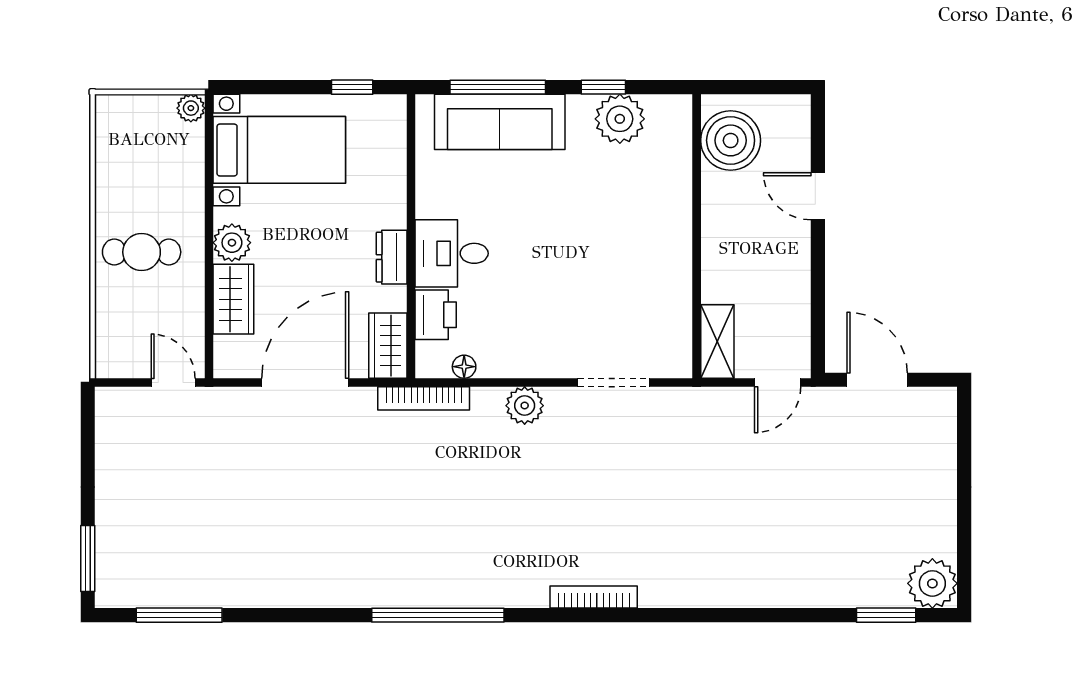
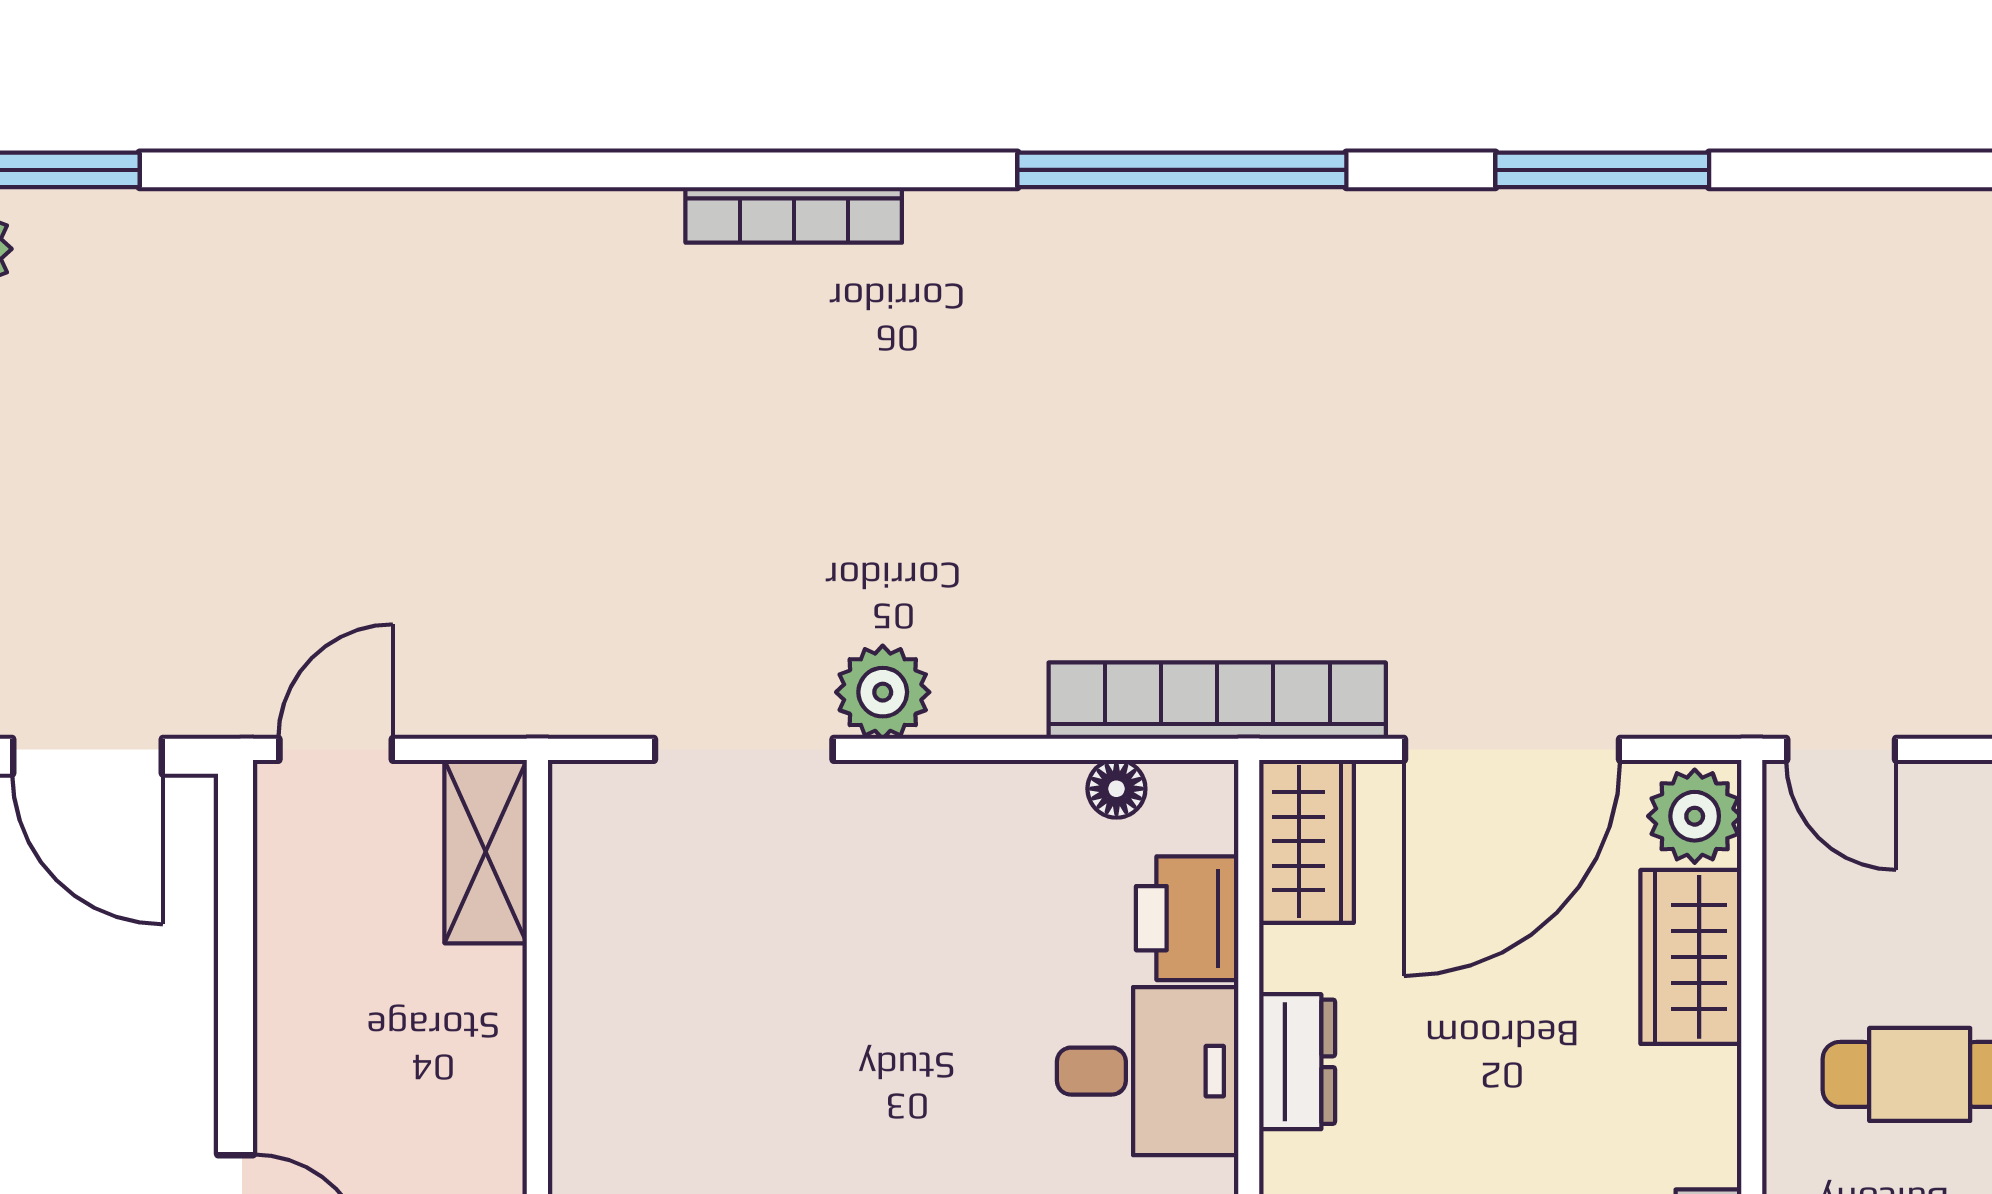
plant: (232, 243) -> (1695, 816), moved
bookcase: (424, 398) -> (1217, 701), width x1.48, depth x1.31
plant: (525, 406) -> (883, 692), moved
window: (179, 615) -> (1602, 170), moved

